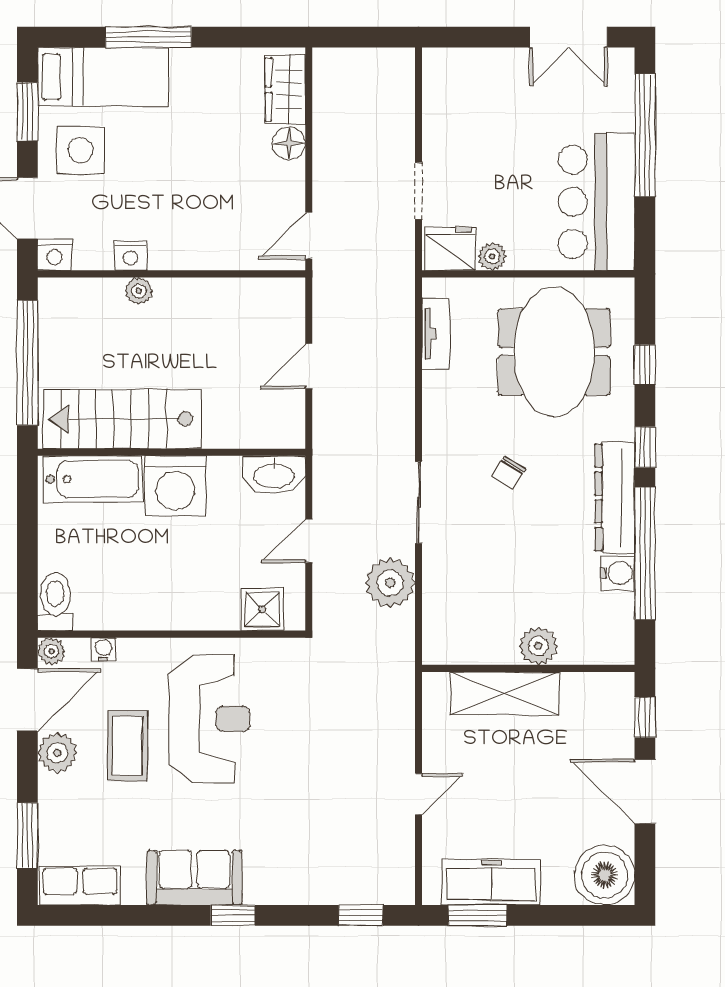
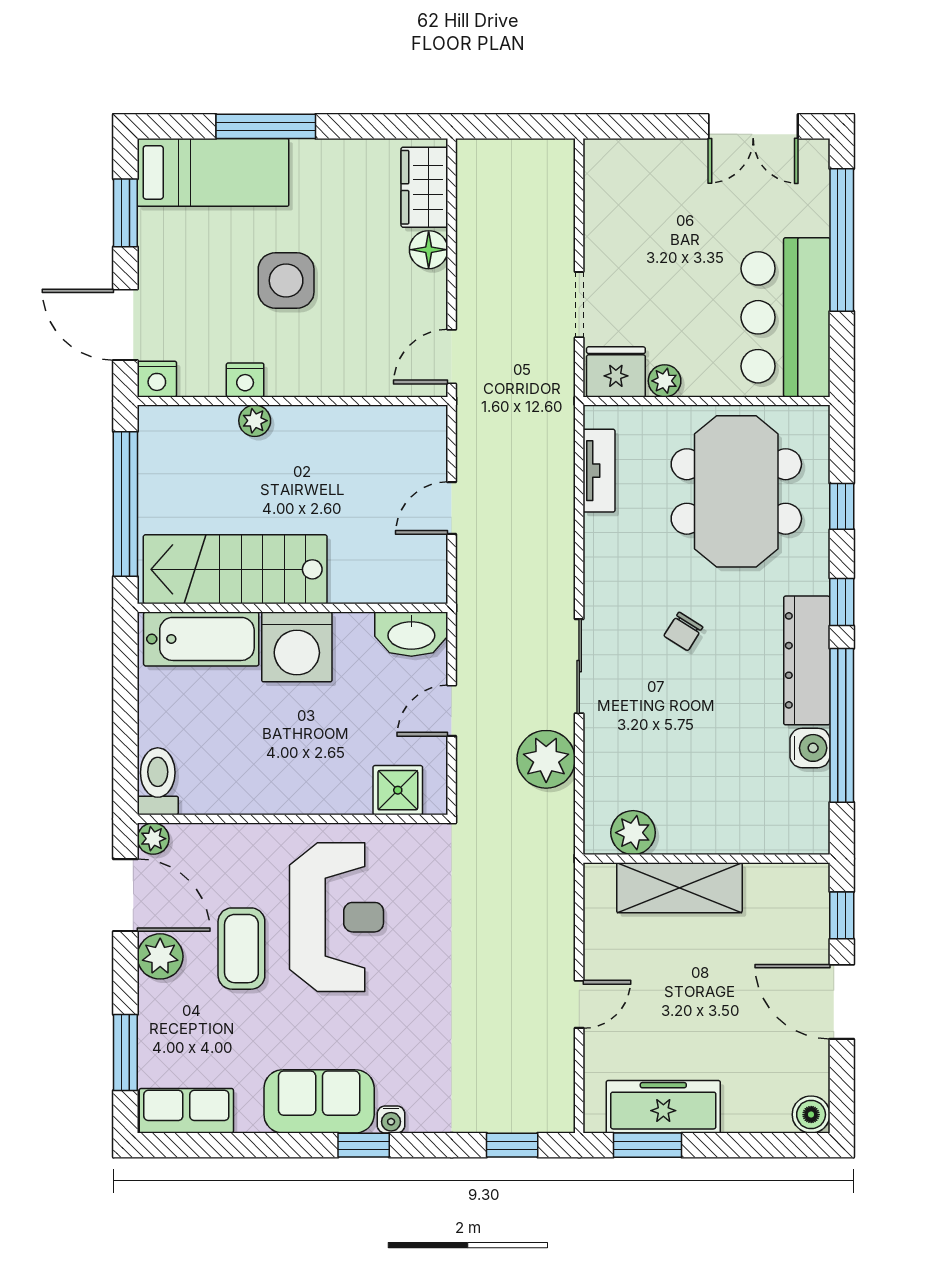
side table: (81, 150) -> (286, 281), moved
plant: (538, 646) -> (633, 833), moved
water cooler: (103, 649) -> (391, 1120), moved, turned 180
door: (27, 700) -> (125, 895), hinge flipped
boiler: (605, 875) -> (811, 1115), width x0.54, depth x0.54

